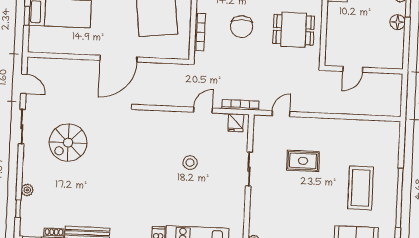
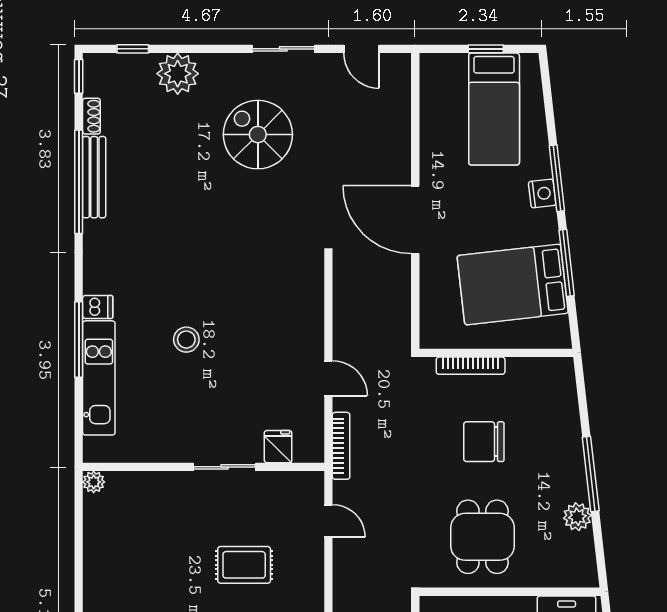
door: (24, 84) -> (361, 49), hinge flipped
fridge: (236, 123) -> (278, 447), moved, turned 90
rug: (303, 161) -> (244, 565), turned 90
stool: (190, 163) -> (186, 340), moved
plant: (27, 190) -> (178, 74), width x1.87, depth x1.87

